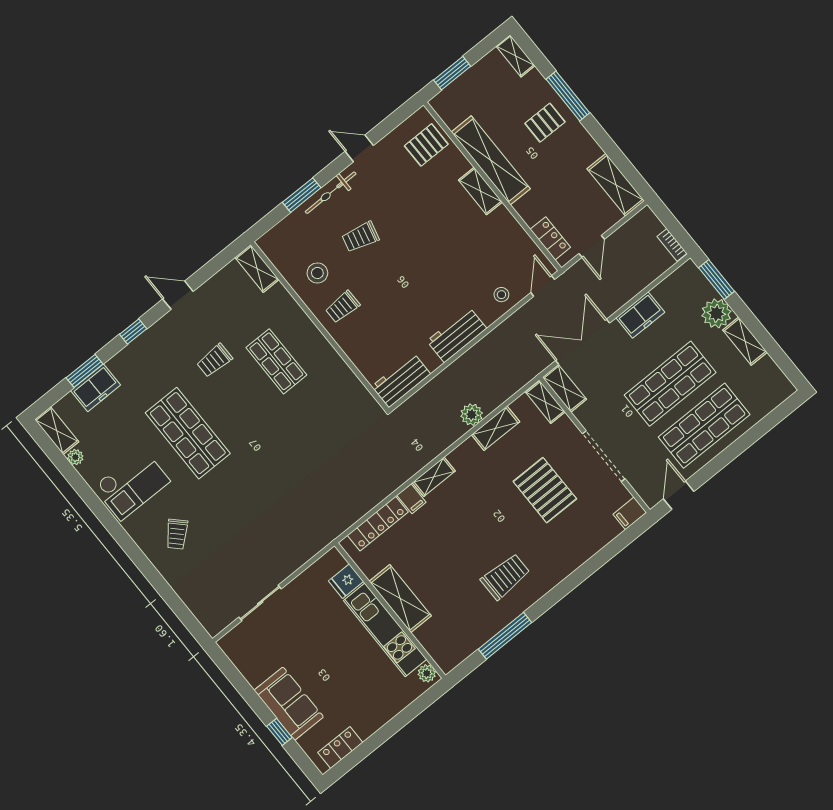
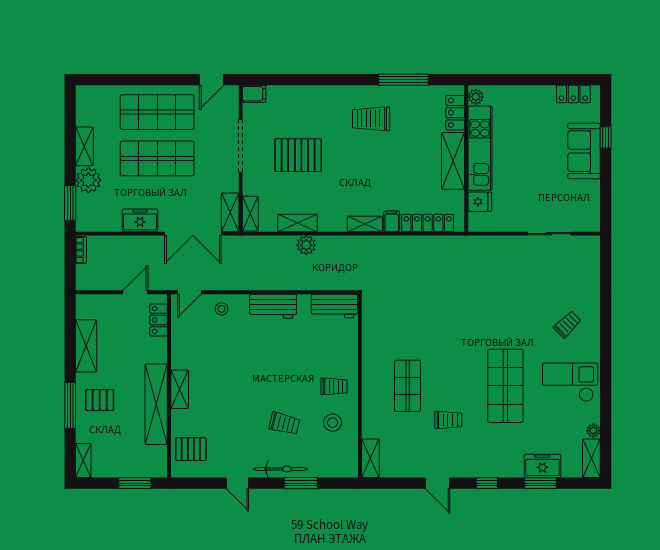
shelving: (616, 185) -> (86, 346), moved
pallet: (545, 490) -> (298, 155), turned 90
locker: (434, 644) -> (455, 113), added

